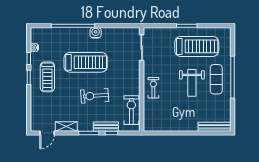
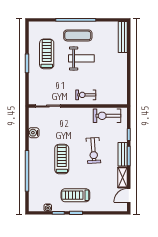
water cooler: (96, 33) -> (34, 133), moved
treadmill: (197, 46) -> (47, 54), width x0.73, depth x0.73
treadmill: (86, 62) -> (62, 159), width x0.73, depth x0.73
treadmill: (47, 77) -> (75, 195), turned 180
bench: (106, 127) -> (123, 154), moved
door: (47, 133) -> (129, 195), swing flipped

